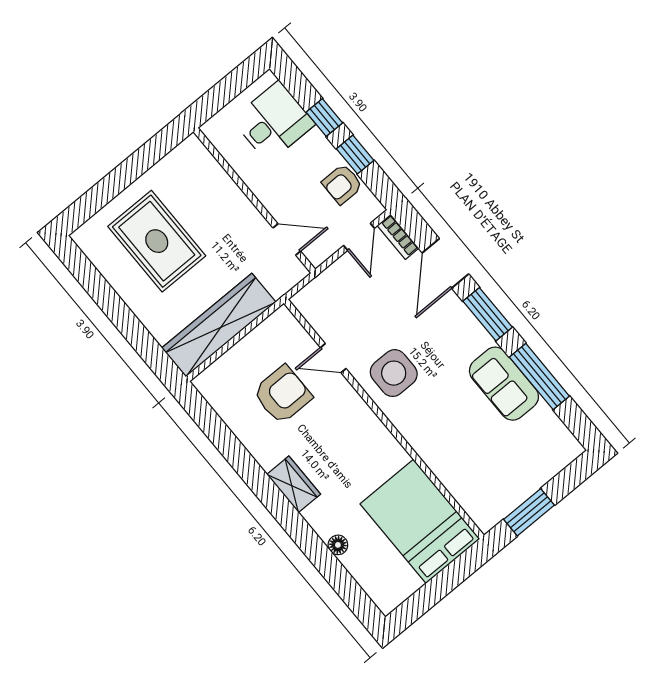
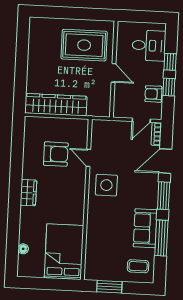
door: (287, 239) -> (113, 73), moved
rug: (157, 241) -> (84, 45), moved, turned 90
coffee table: (543, 446) -> (138, 266), added
floor lamp: (338, 545) -> (23, 249), moved

